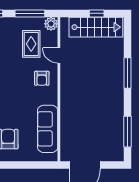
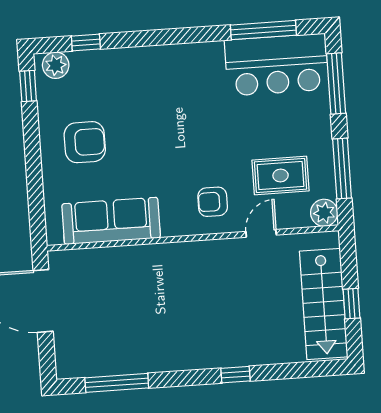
window: (128, 73) -> (235, 375), width x0.46

